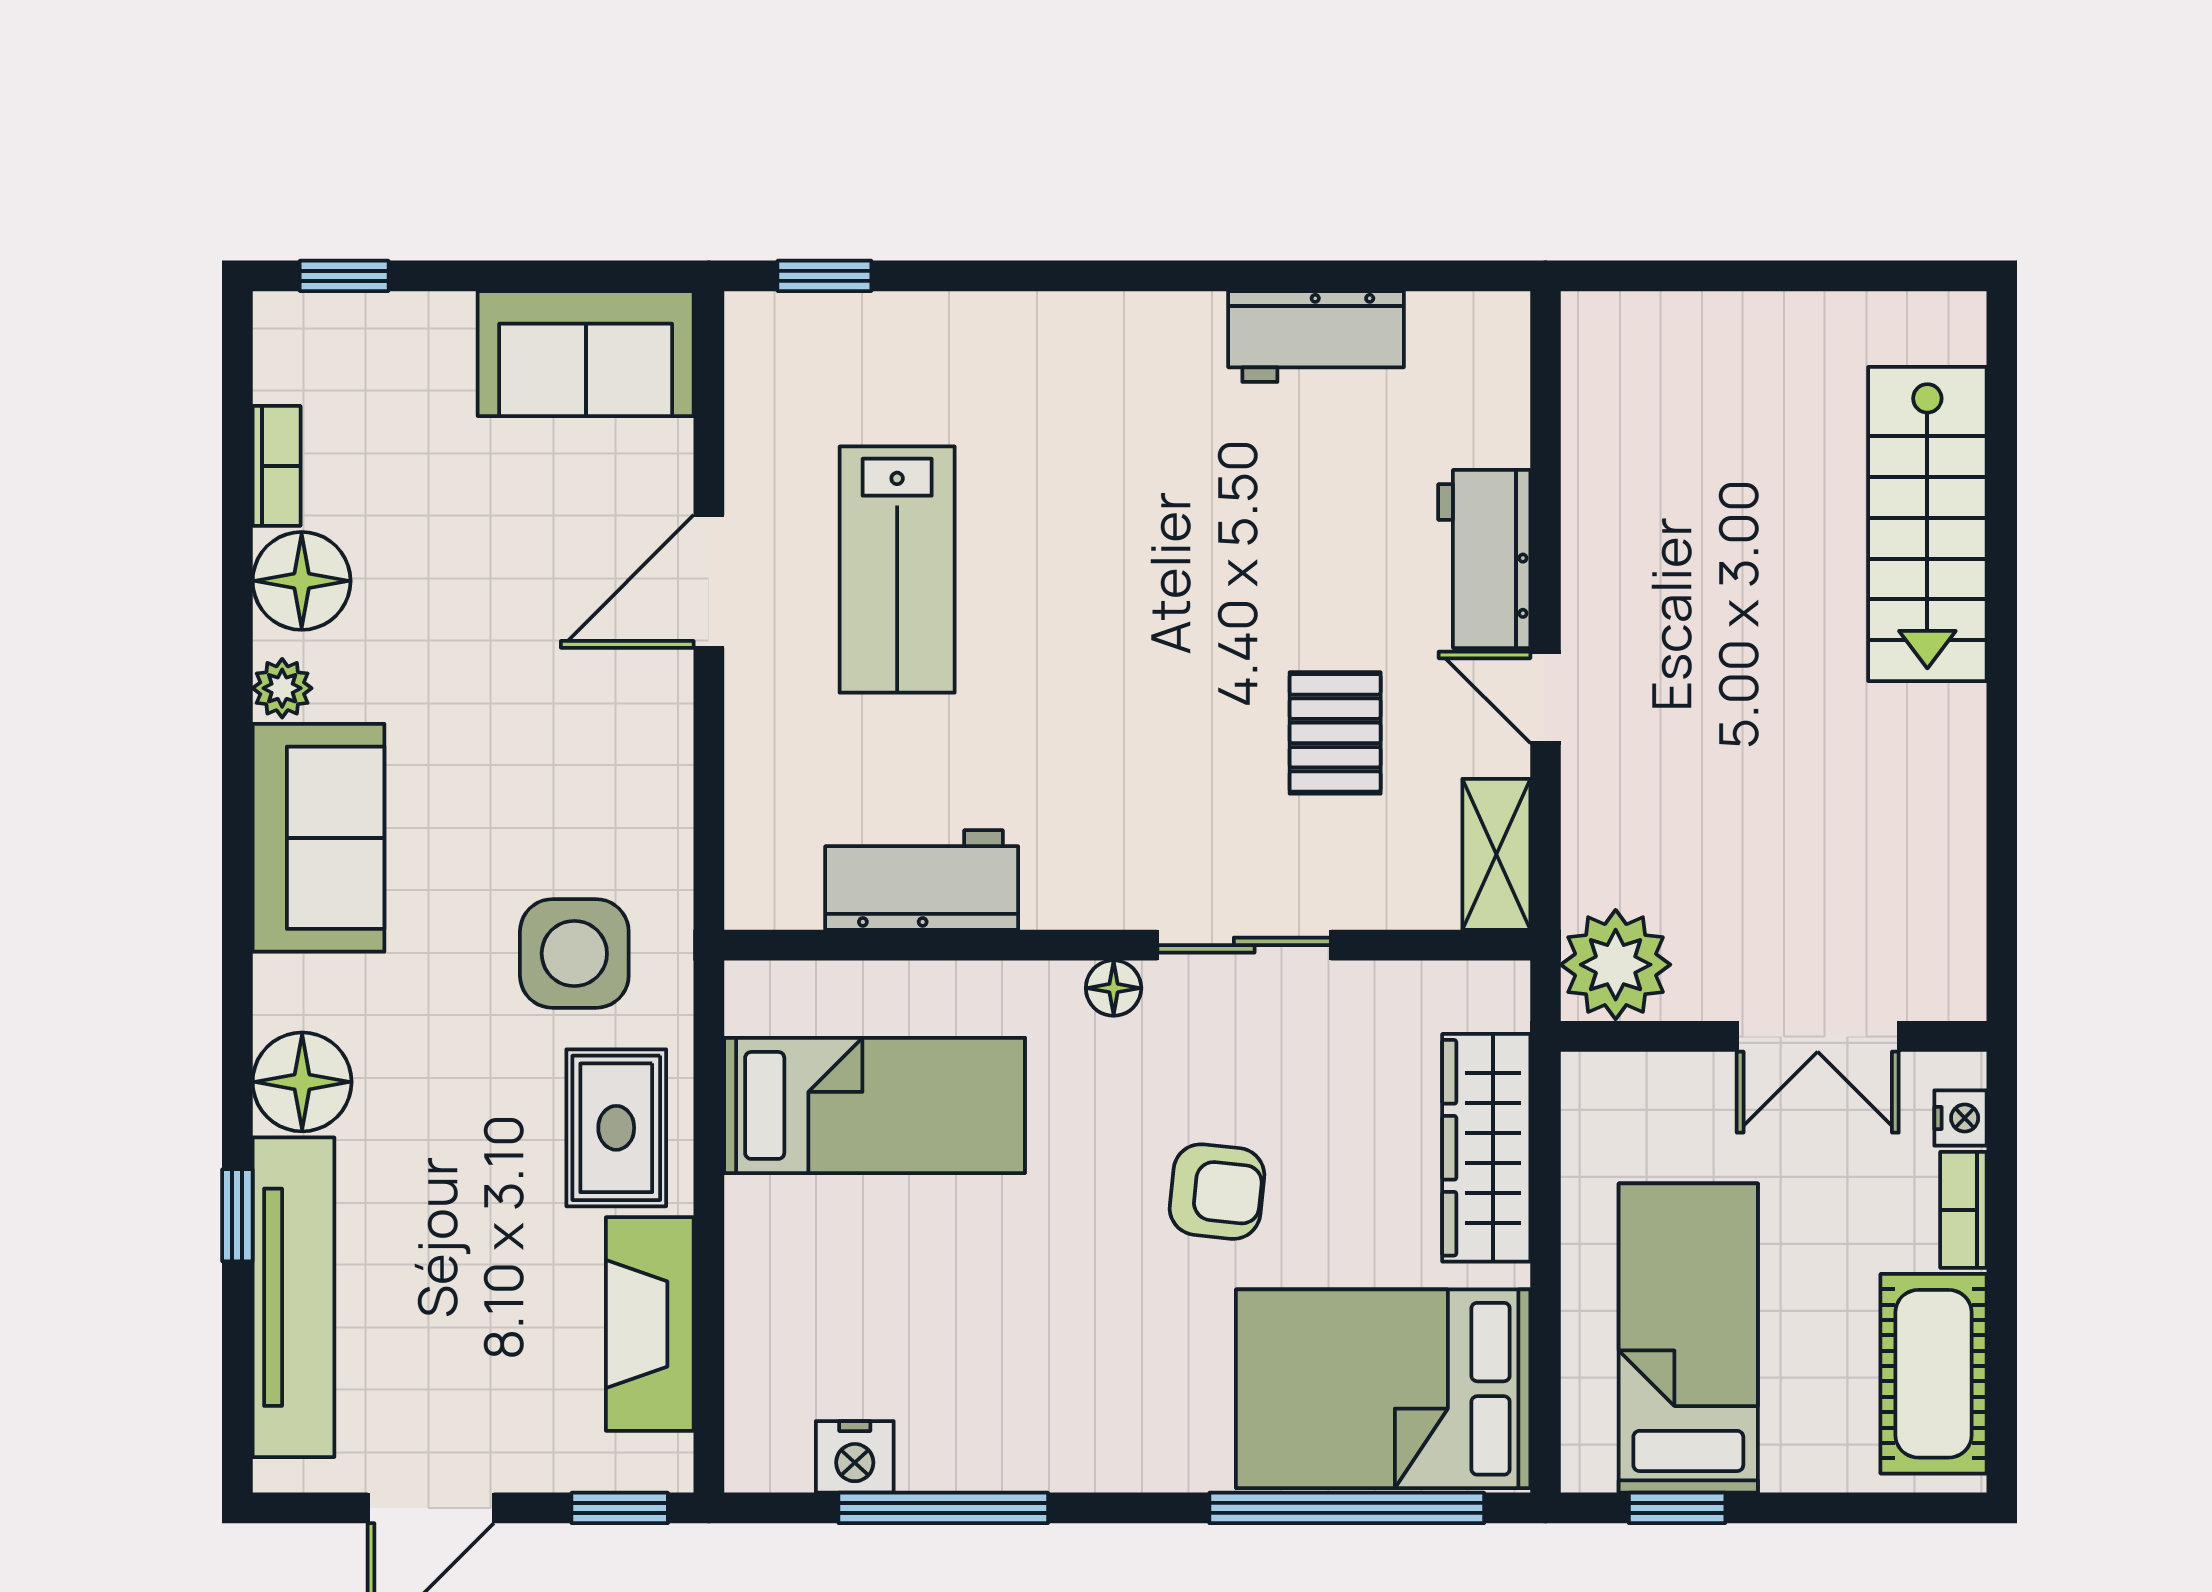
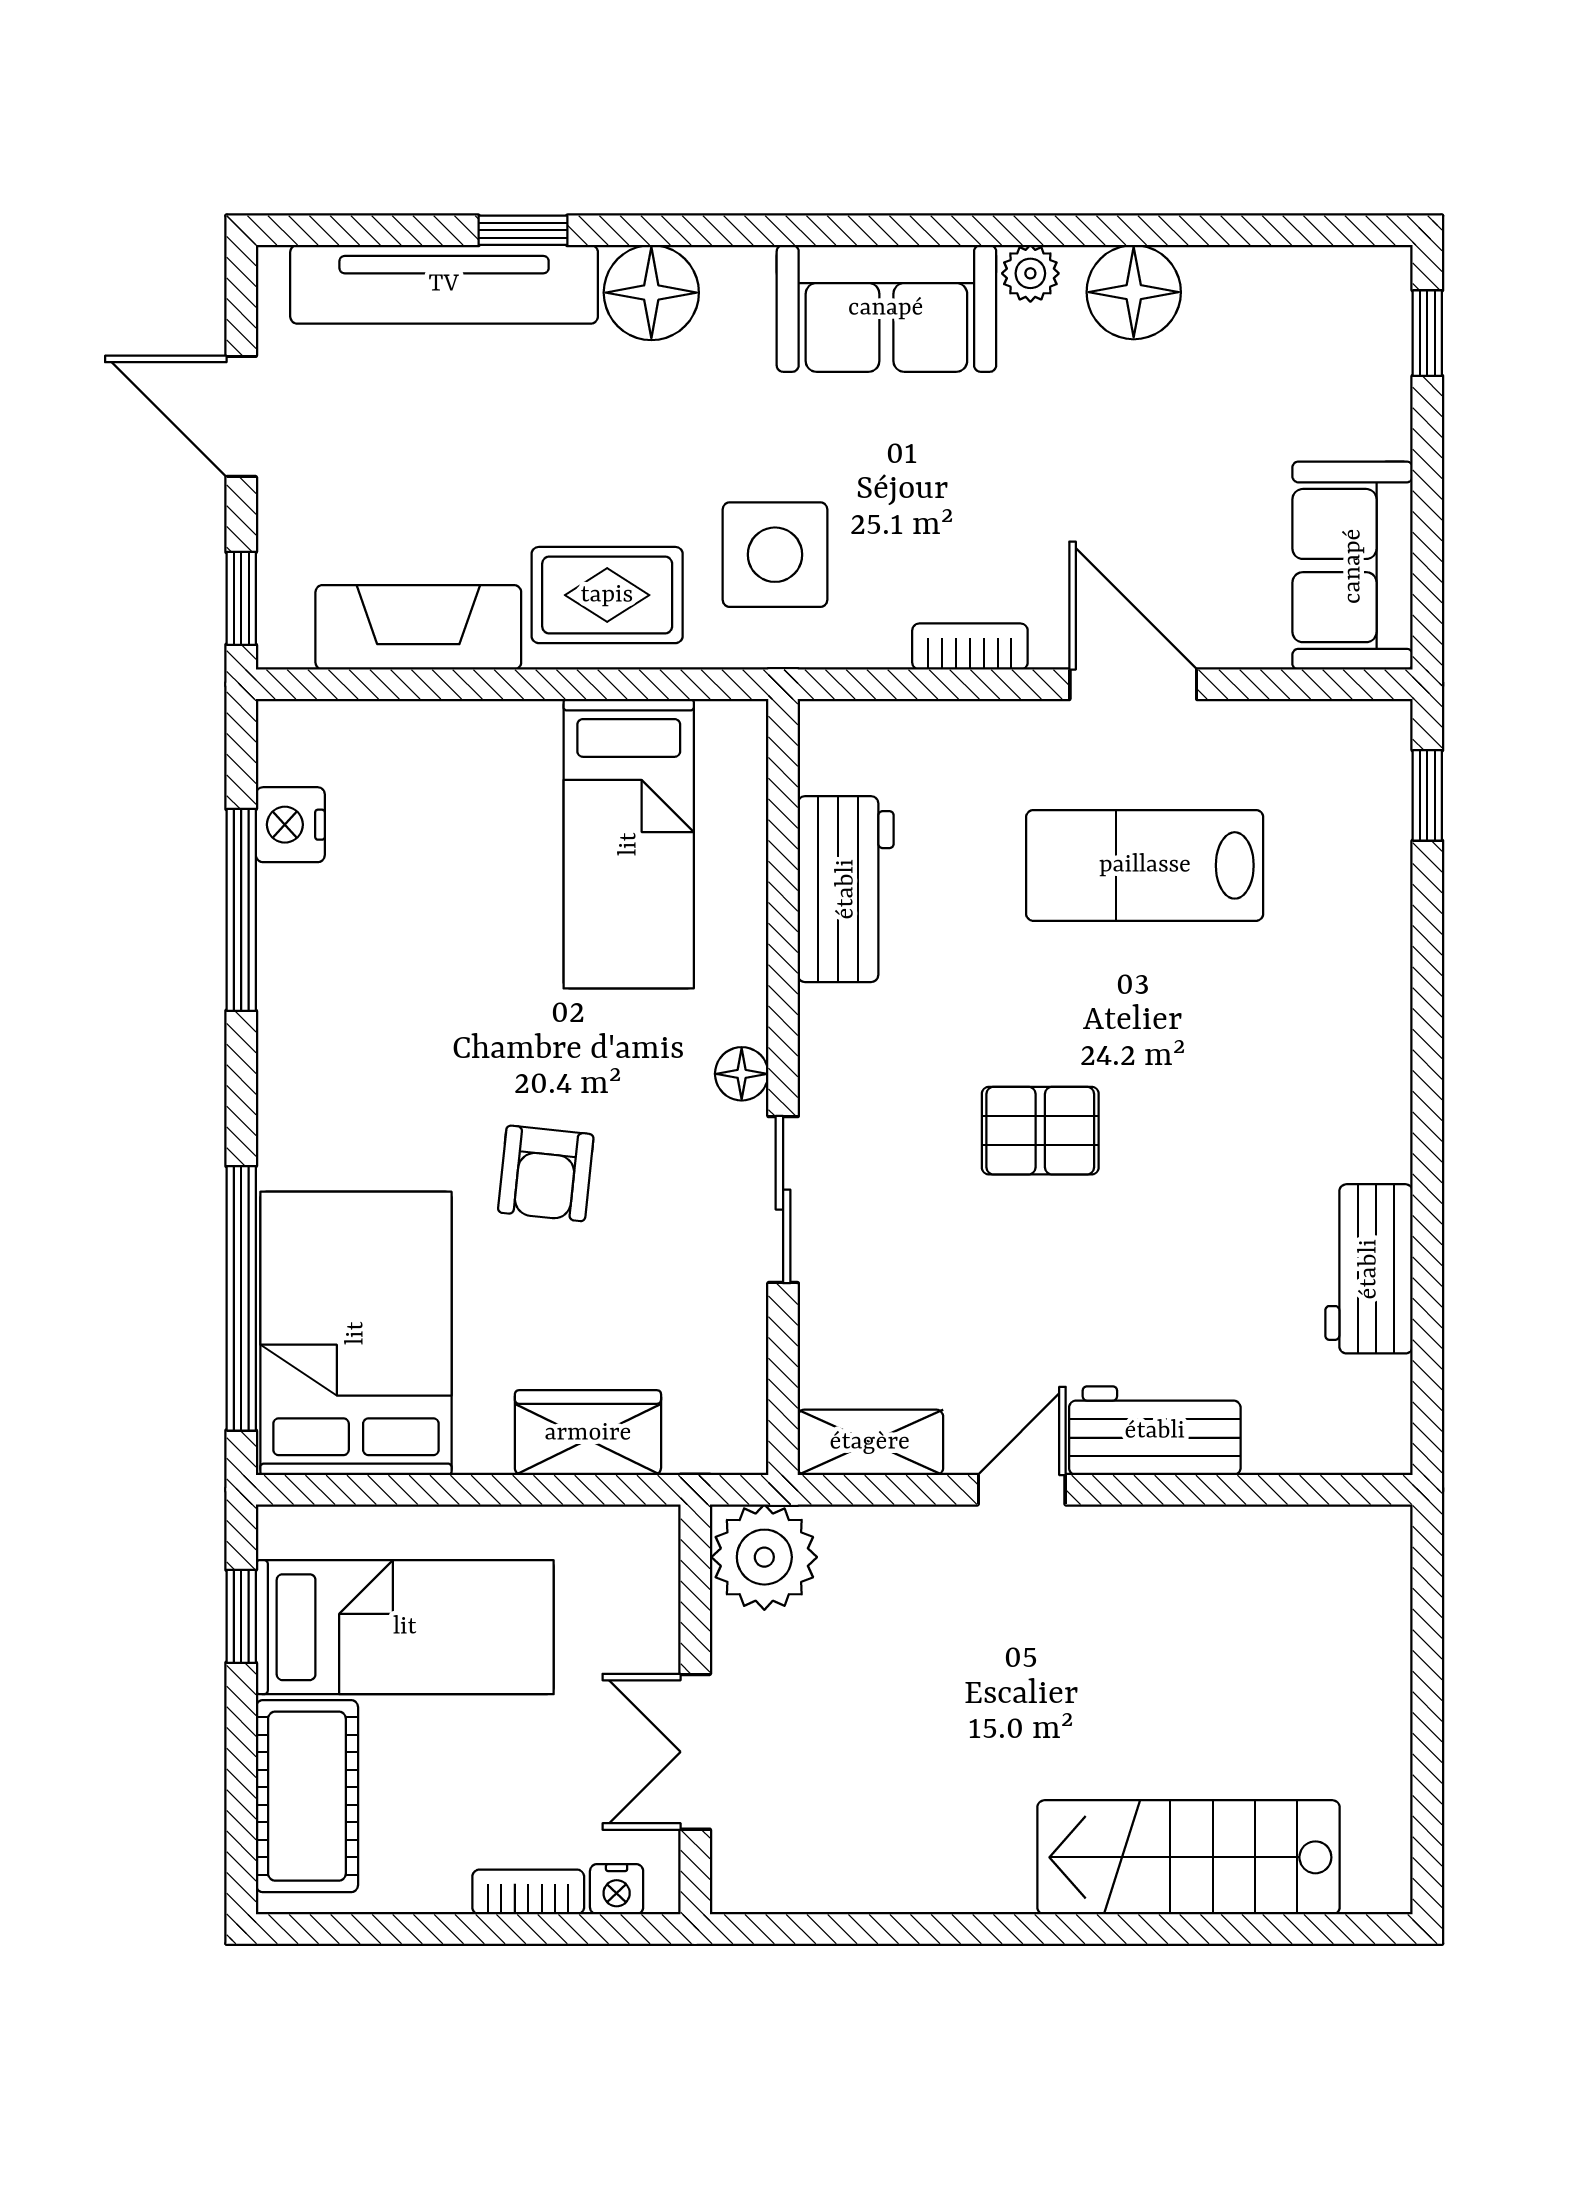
bookcase: (277, 466) -> (970, 647), moved, turned 180
pallet: (1335, 733) -> (1040, 1131), moved
wardrobe: (1486, 1148) -> (588, 1433), width x0.67
cot: (1933, 1374) -> (307, 1796), moved, turned 90

